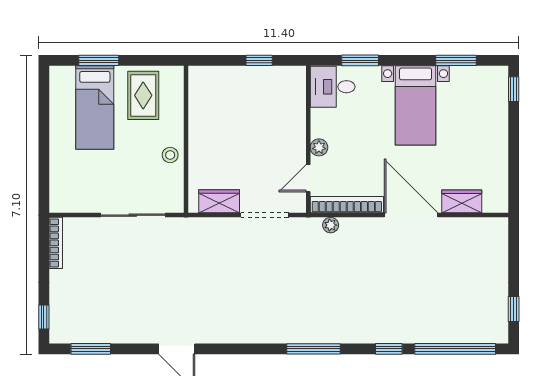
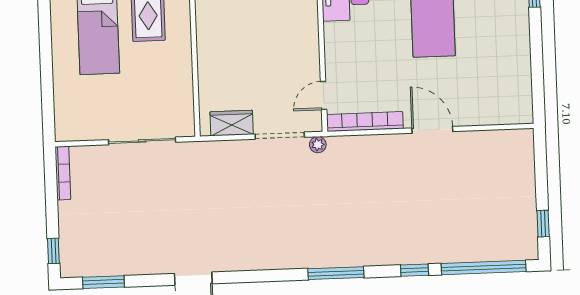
plant: (319, 147) -> (334, 63), removed
stool: (170, 155) -> (179, 77), removed
wardrobe: (462, 201) -> (485, 113), removed
door: (411, 215) -> (432, 130), width x0.73
plant: (331, 225) -> (318, 145), moved

